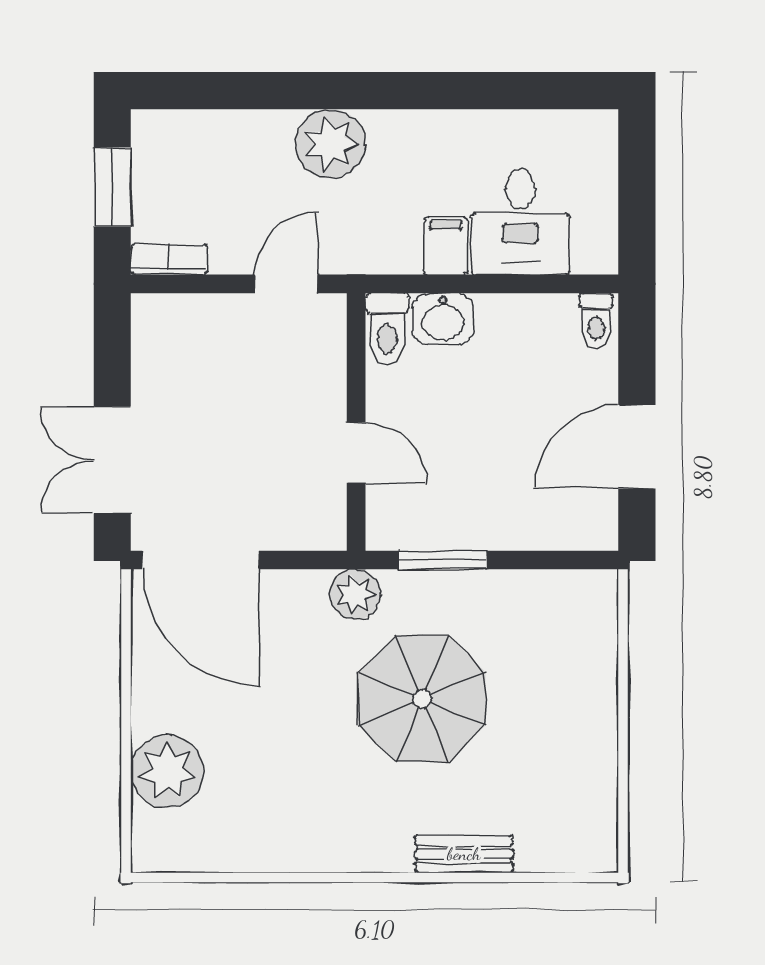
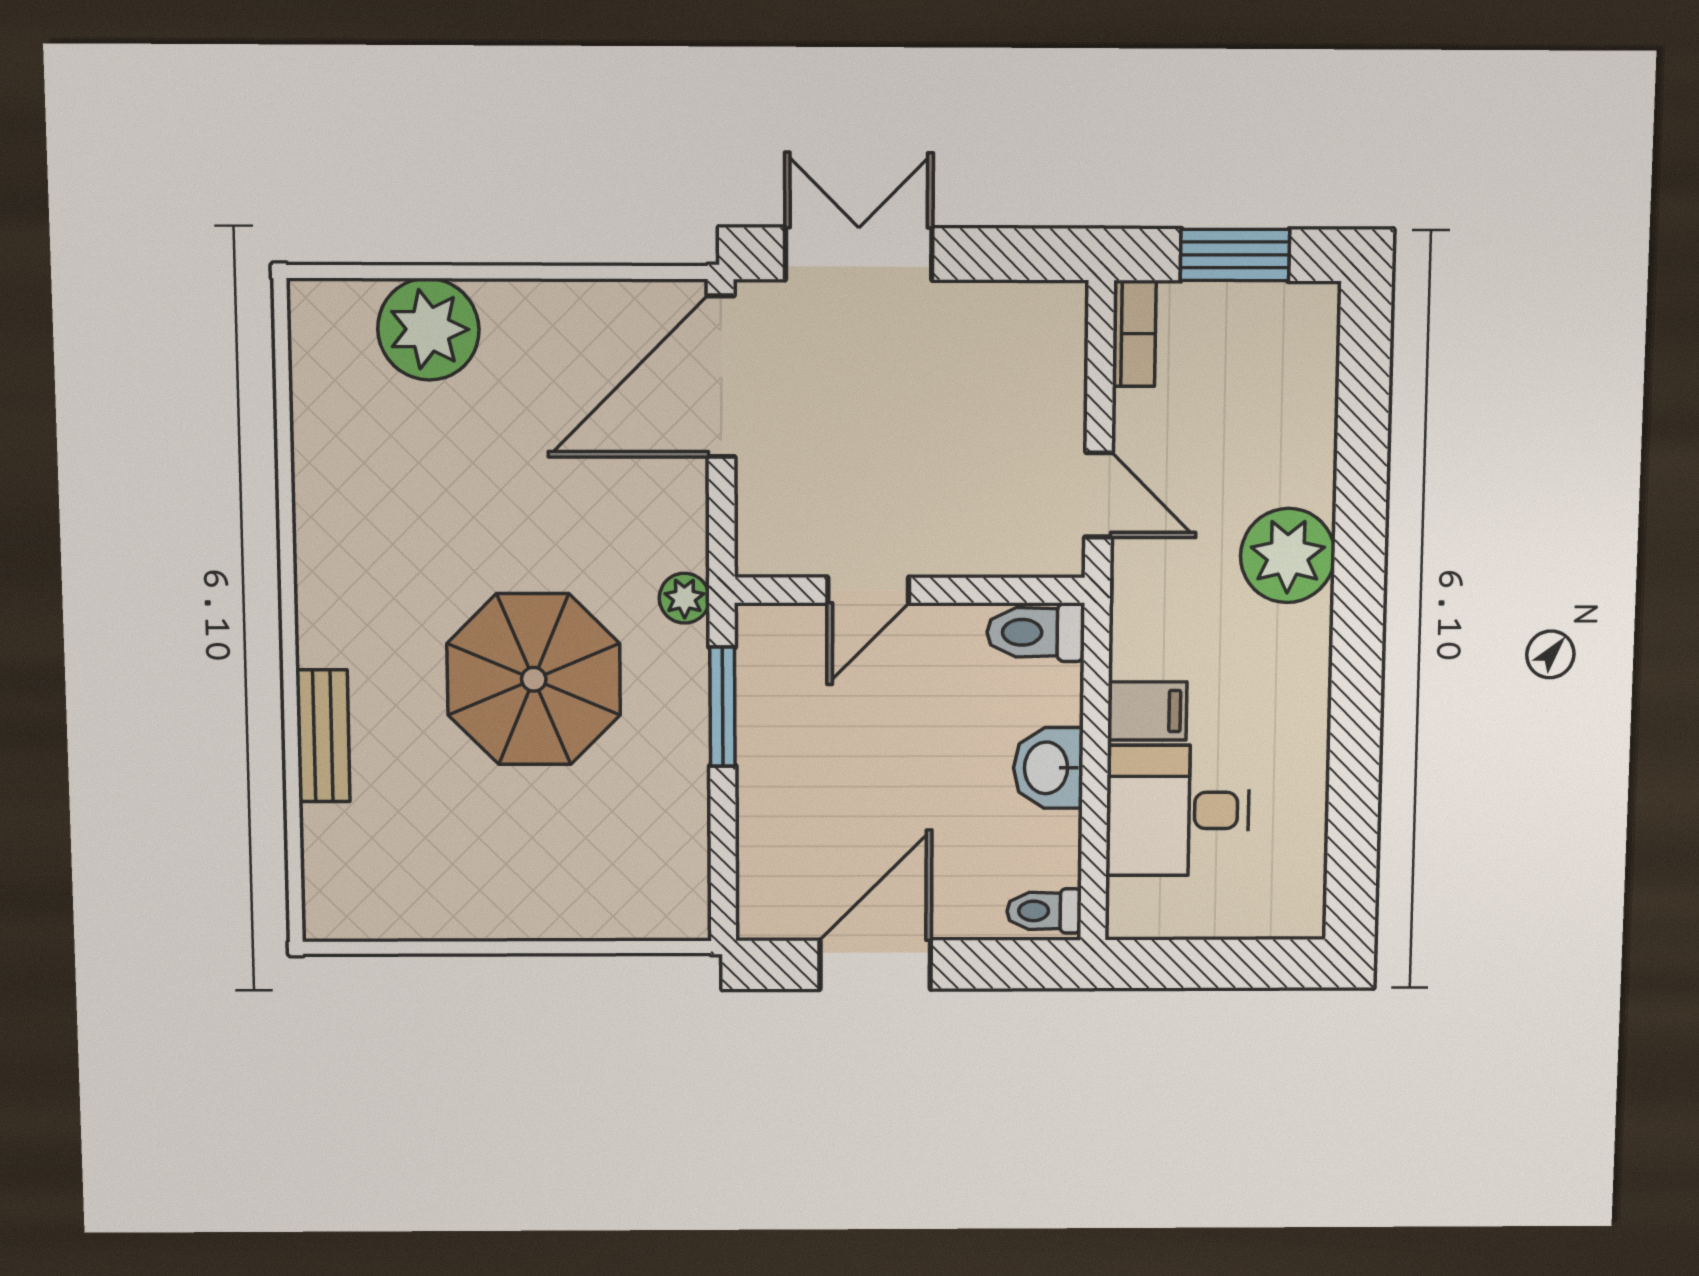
washbasin: (443, 319) -> (1048, 768), moved
door: (637, 447) -> (875, 965), hinge flipped
plant: (355, 594) -> (684, 598), width x0.73, depth x0.73

